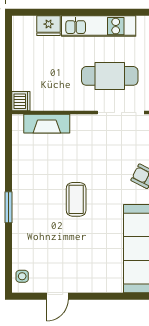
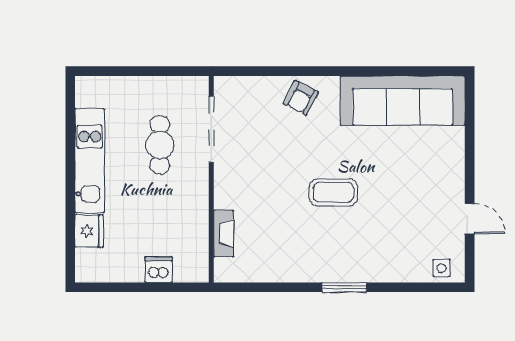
cafe table: (110, 76) -> (160, 145), width x0.73, depth x0.74
dishwasher: (21, 101) -> (159, 270), moved
fireplace: (47, 124) -> (224, 233), width x0.73, depth x0.76

